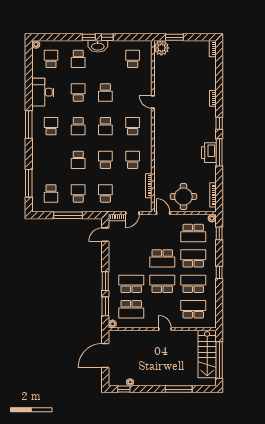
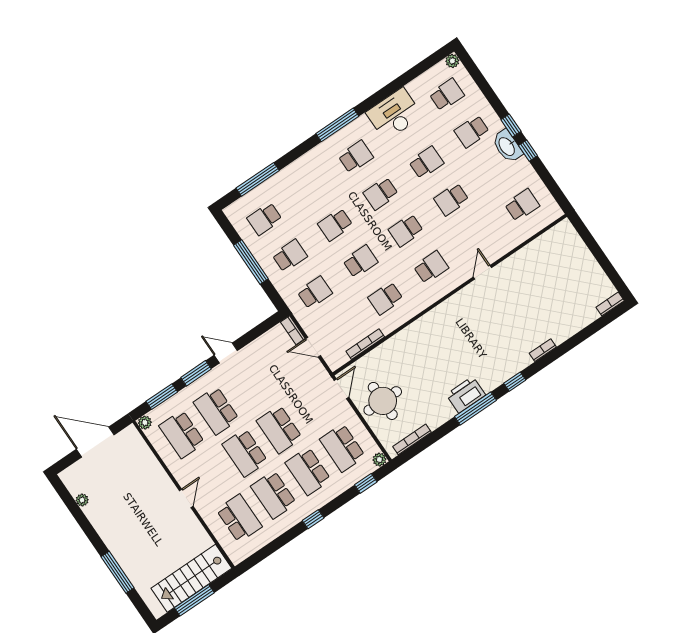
window: (174, 37) -> (590, 242), removed
plant: (161, 48) -> (564, 234), removed
school desk: (133, 160) -> (385, 298), turned 180
door: (105, 235) -> (226, 353), moved
school desk: (193, 258) -> (308, 471), turned 180
school desk: (131, 284) -> (216, 411), turned 180
school desk: (162, 284) -> (245, 453), turned 180
school desk: (193, 284) -> (274, 495), turned 180
window: (219, 360) -> (194, 600), width x0.68
window: (124, 389) -> (67, 498), removed

